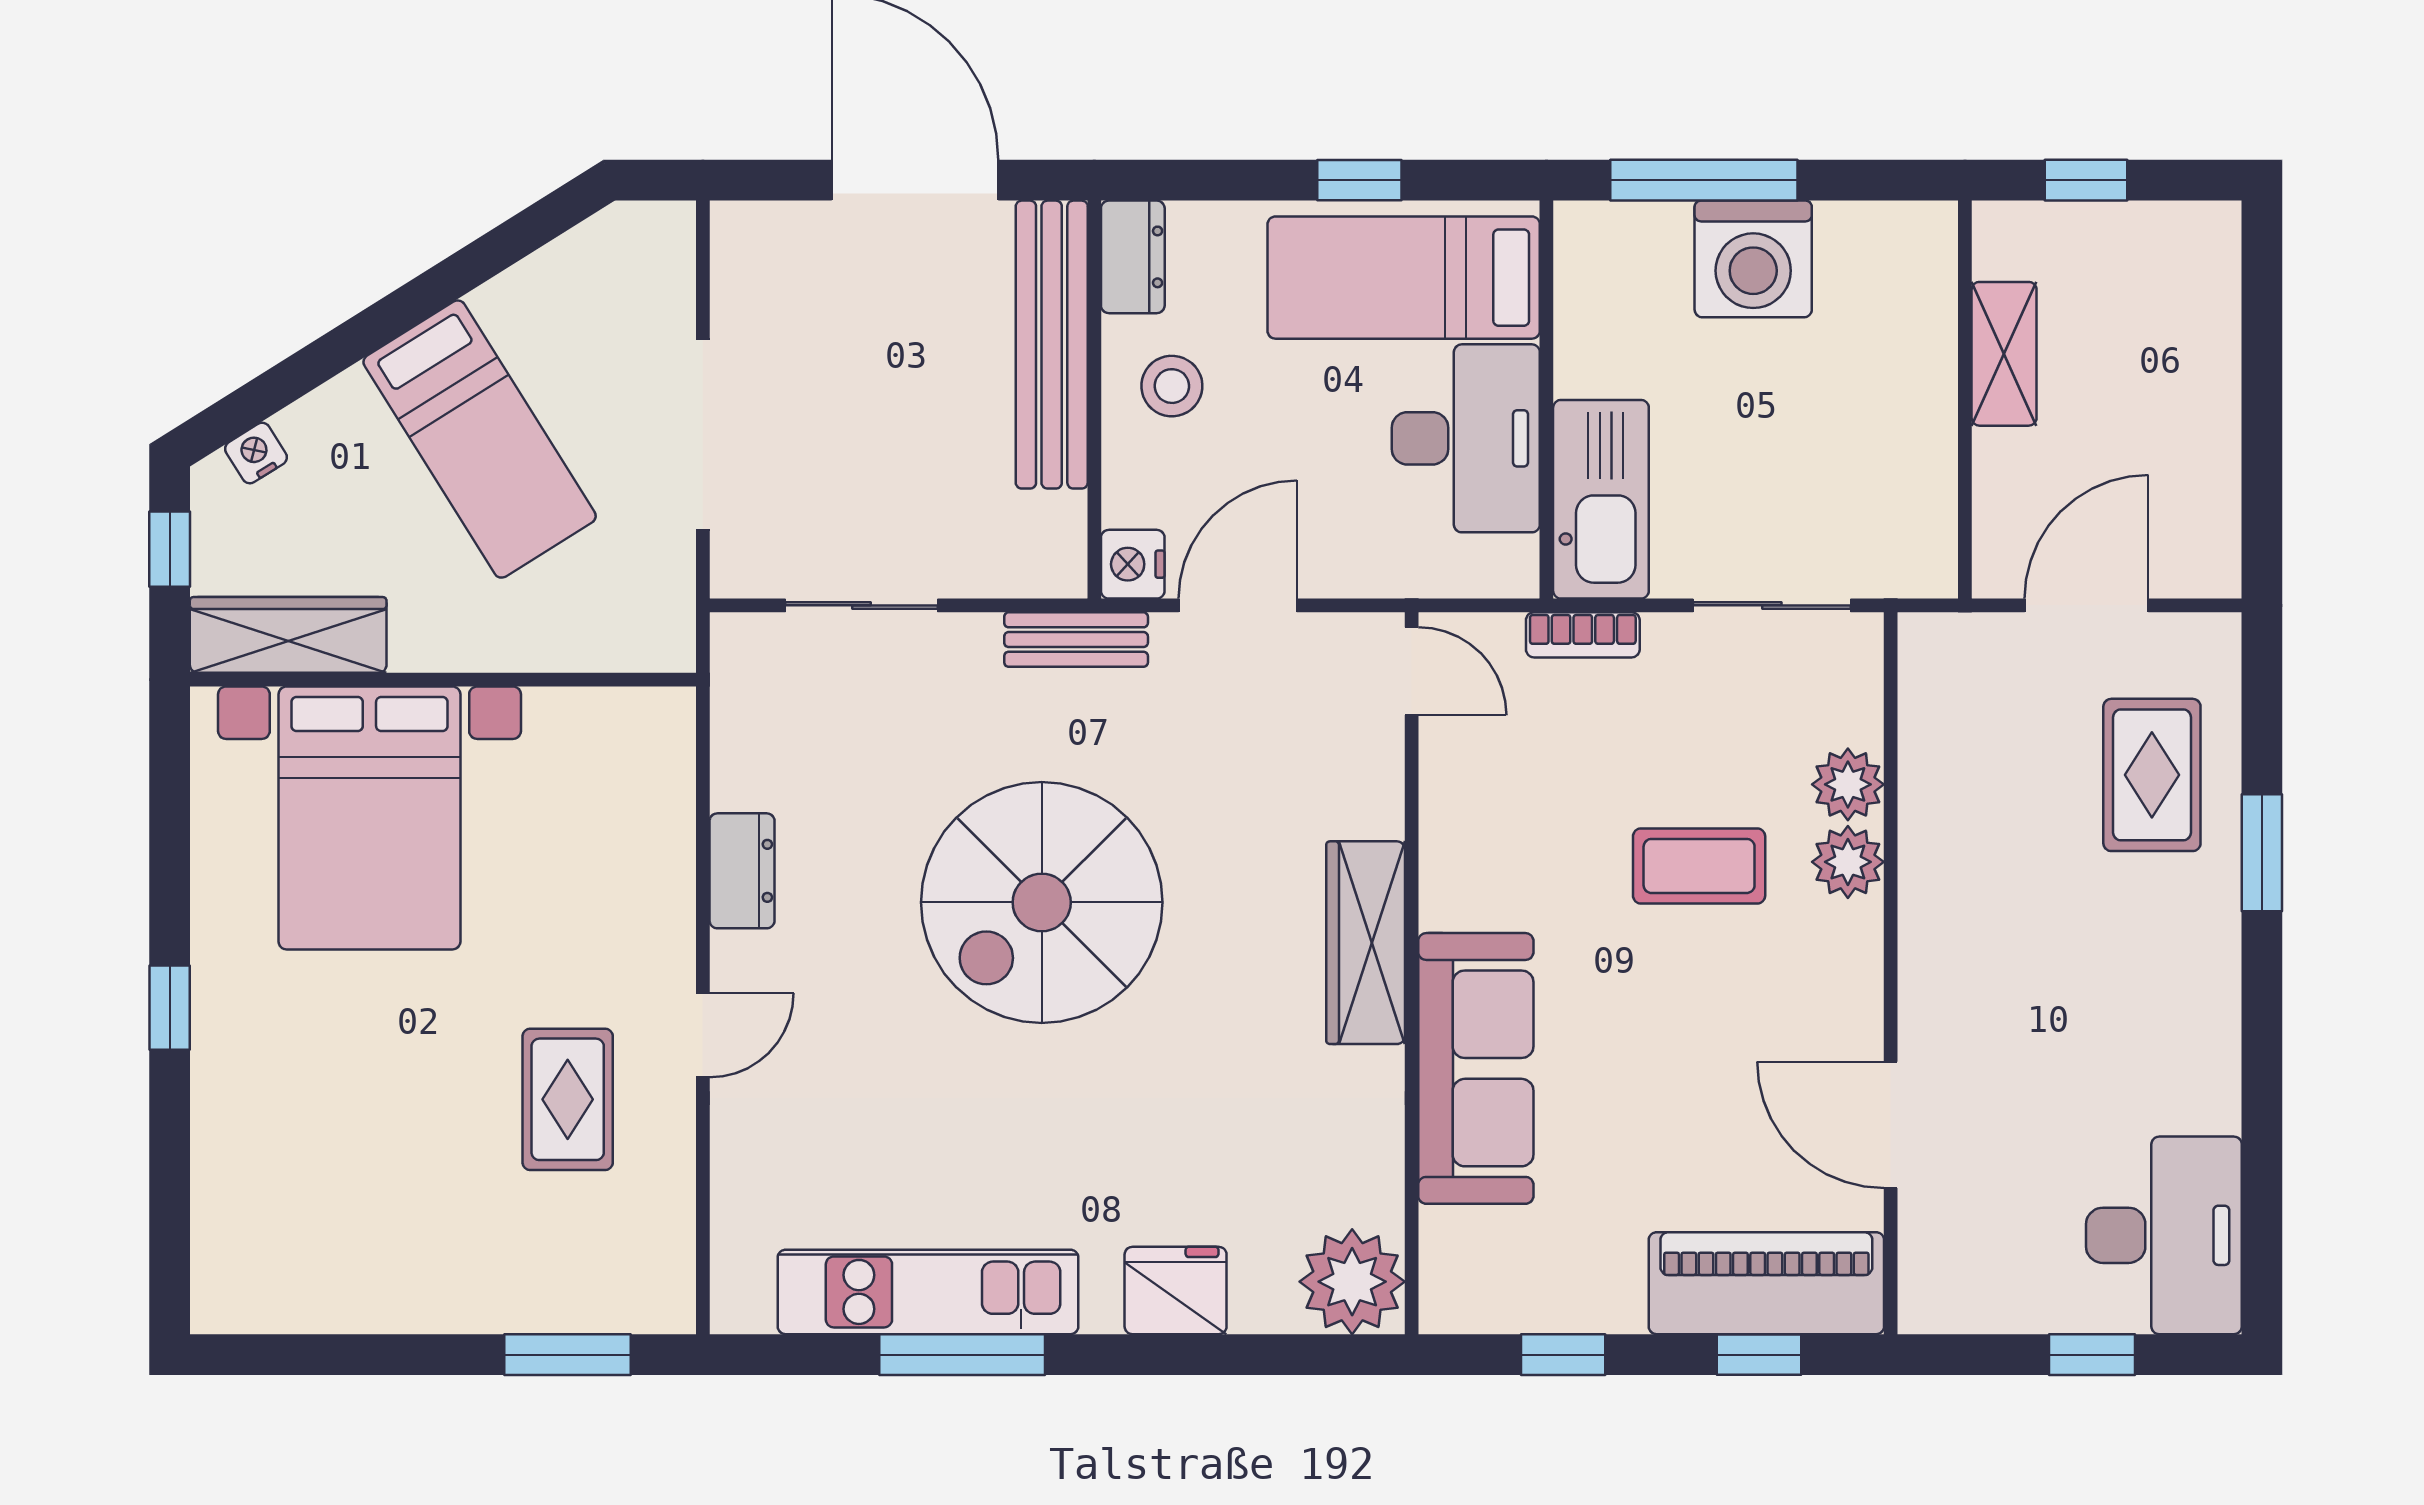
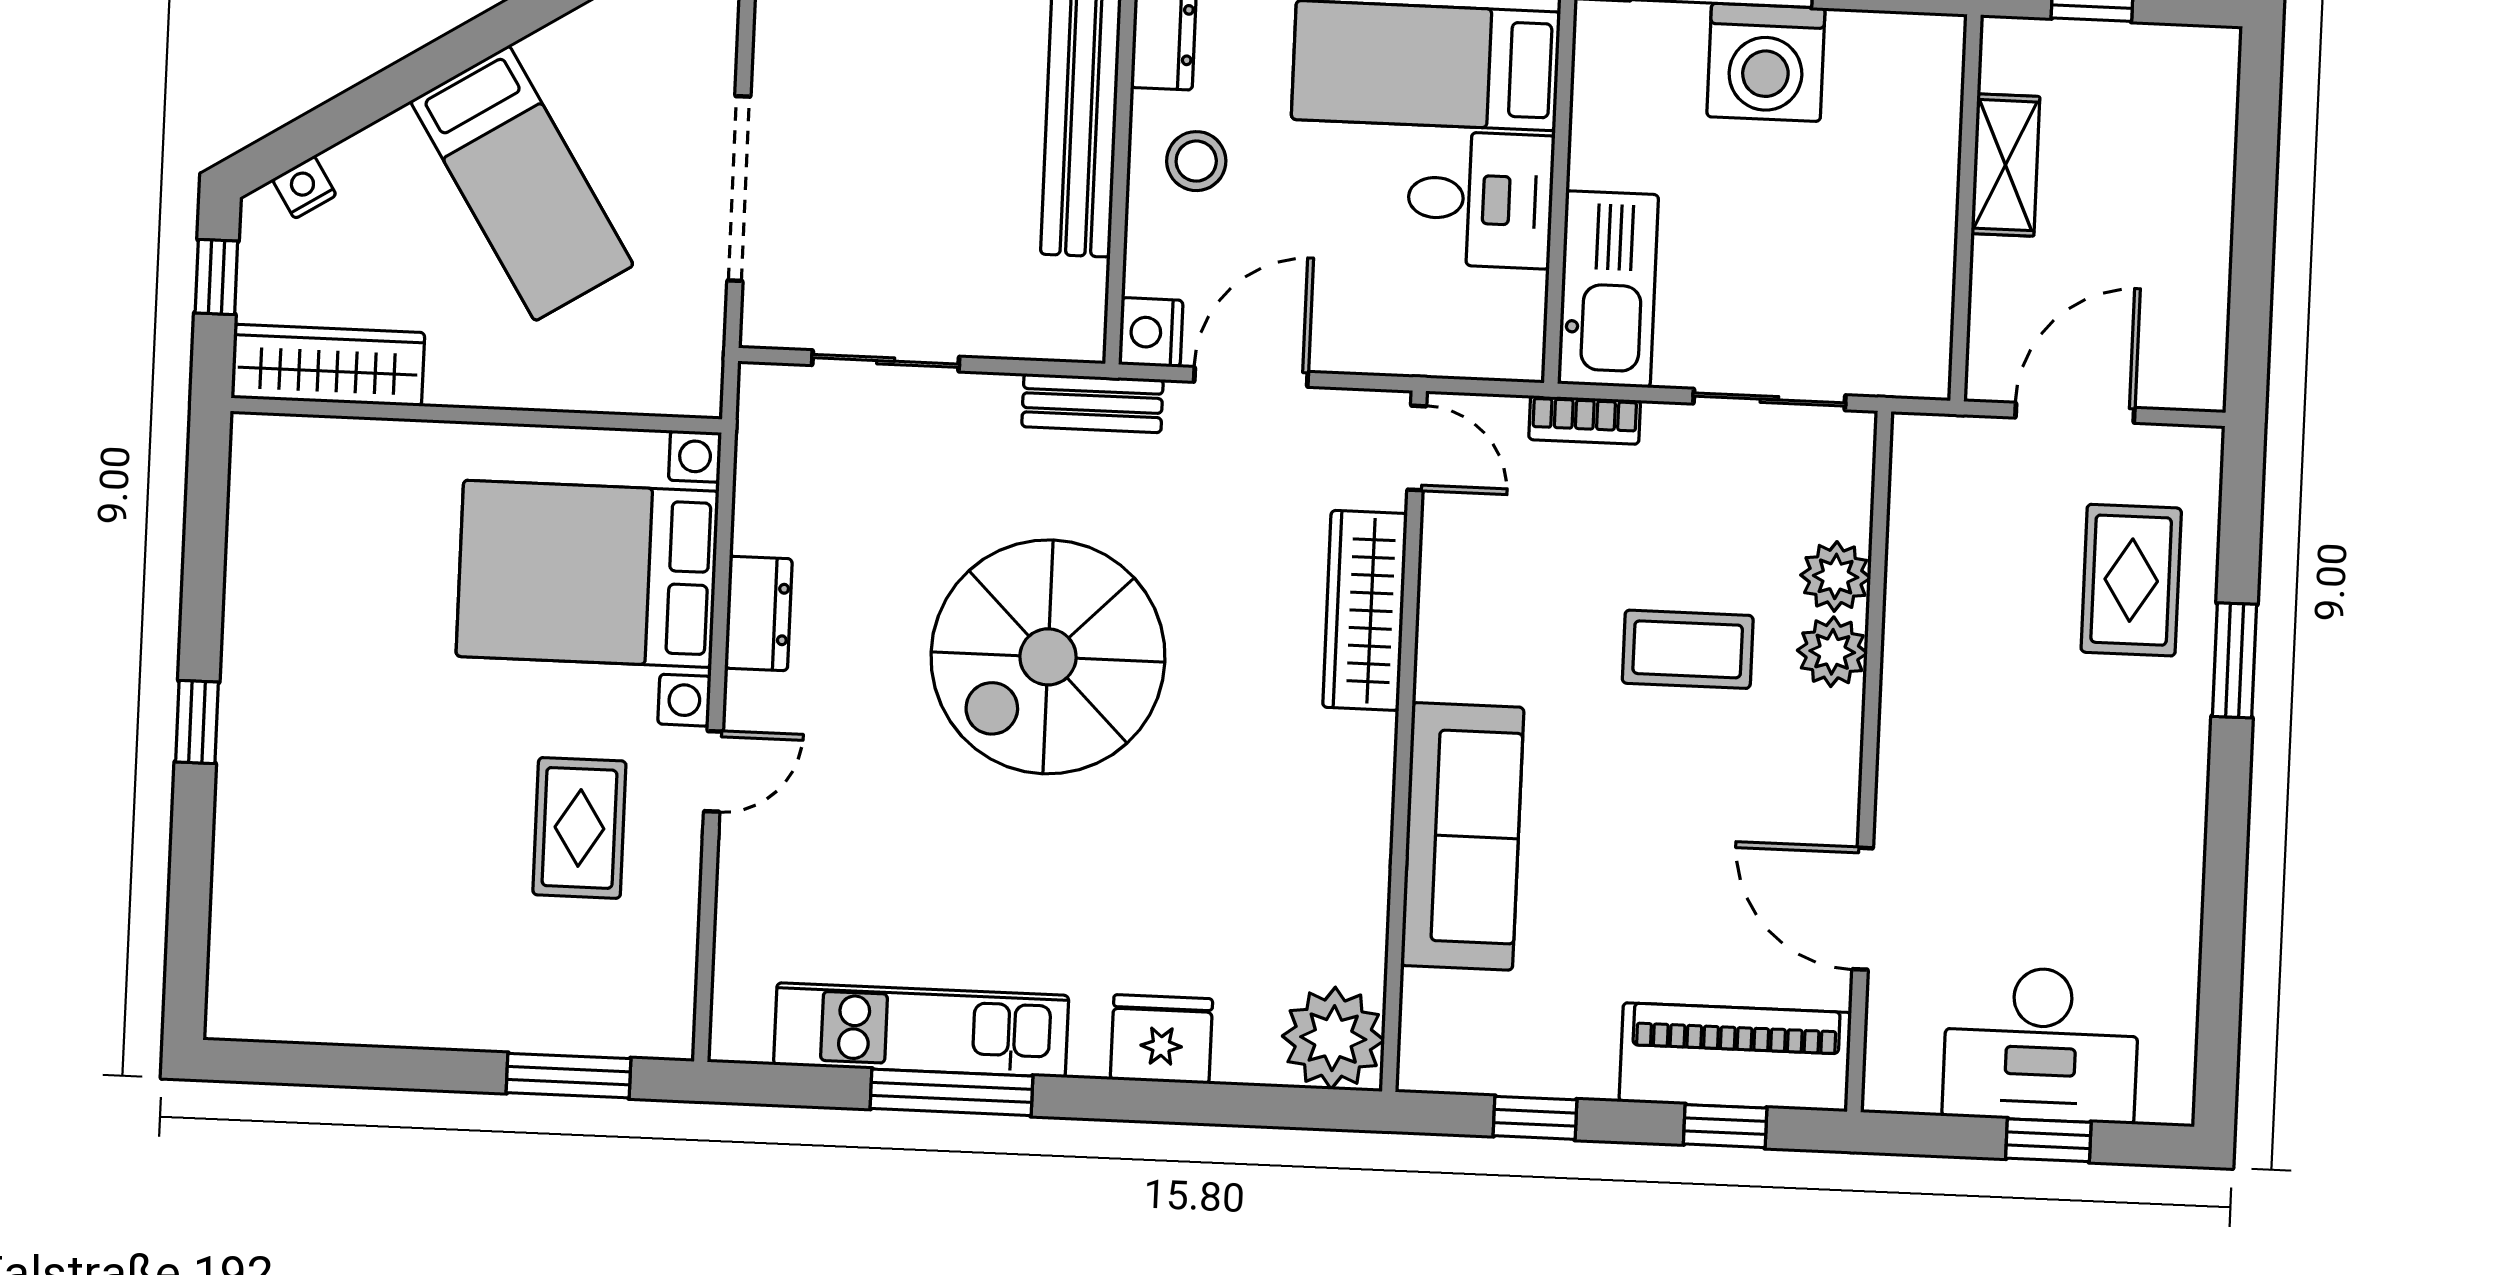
desk: (1466, 438) -> (1480, 200), width x0.73
bed with nightstands: (369, 818) -> (588, 574), moved, turned 90
wardrobe: (1366, 943) -> (1365, 610), moved
desk: (2164, 1235) -> (2041, 1045), moved, turned 90

